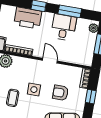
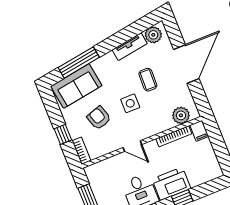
printer: (28, 18) -> (171, 184), moved
armchair: (60, 93) -> (99, 118), turned -108

